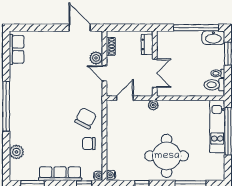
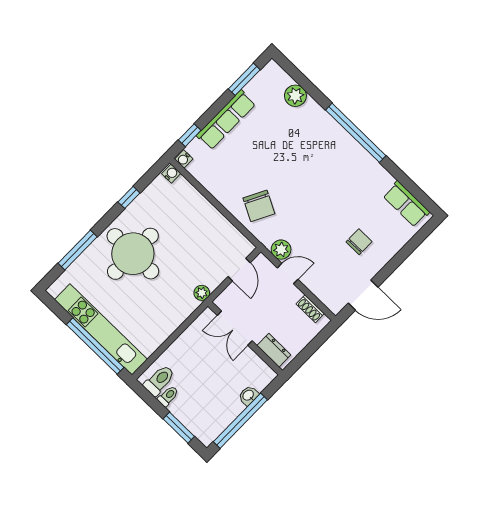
washbasin: (213, 38) -> (248, 395), moved, width x0.52, depth x0.69
plant: (96, 58) -> (281, 250), moved
kitchen unit: (217, 126) -> (101, 329), width x1.36
chair: (89, 144) -> (359, 242), moved

